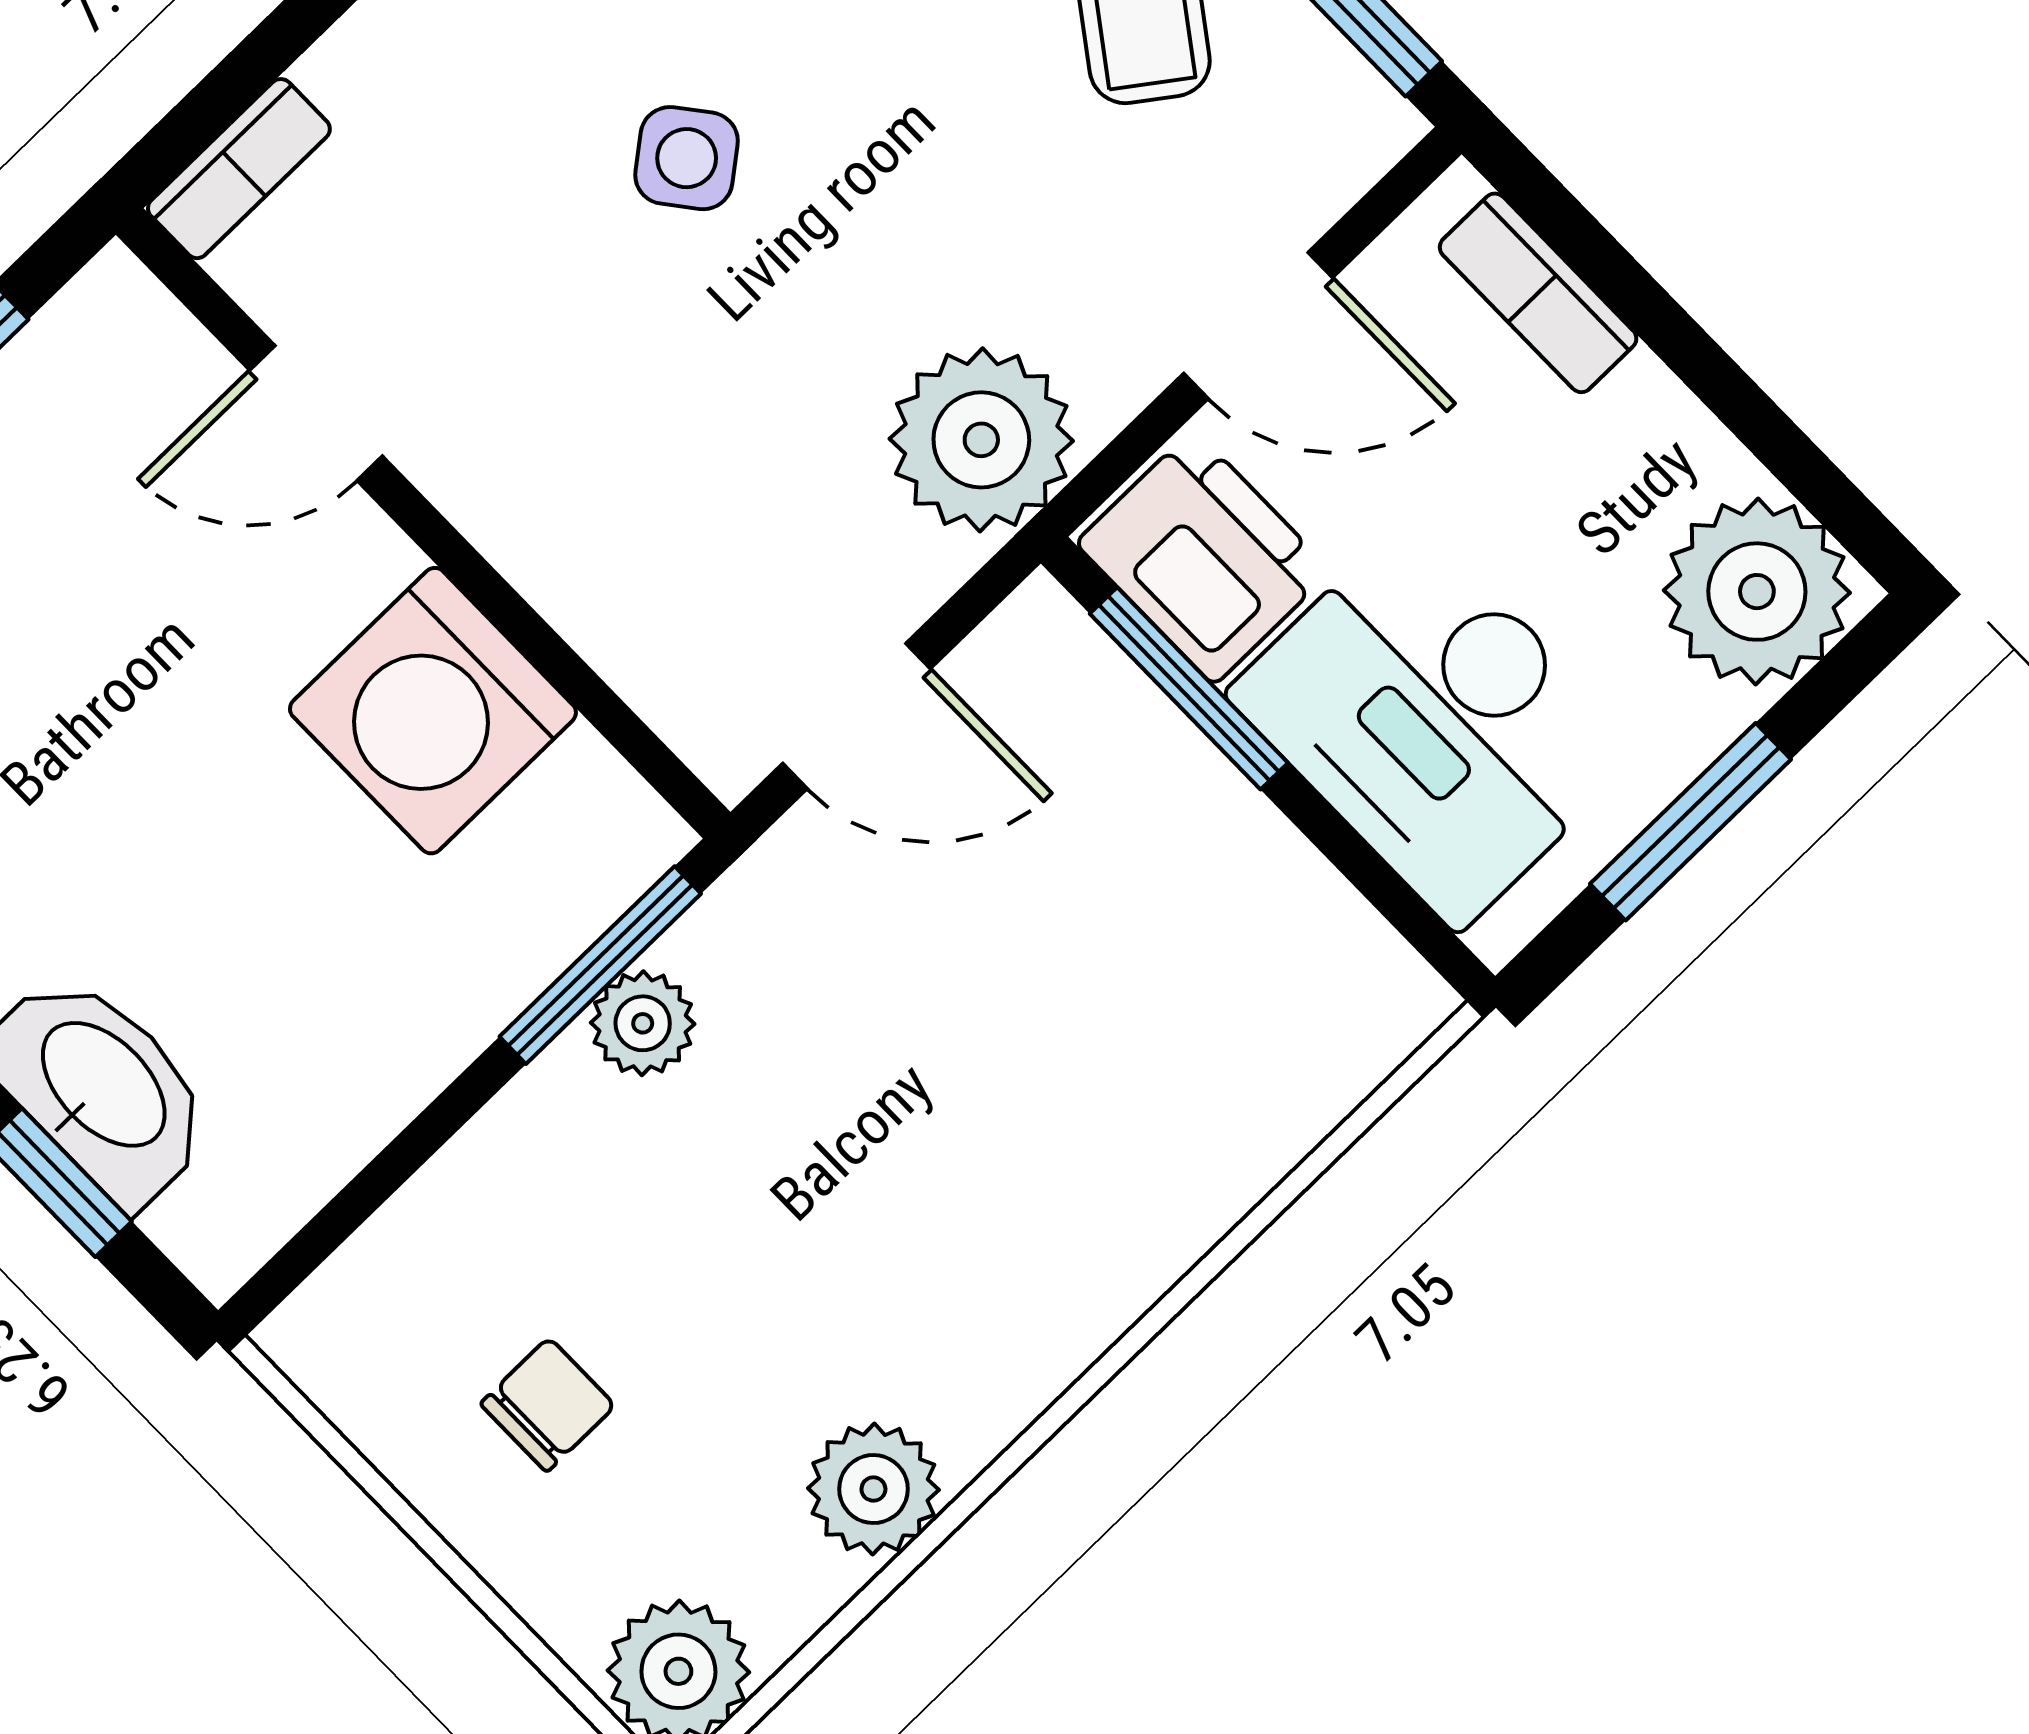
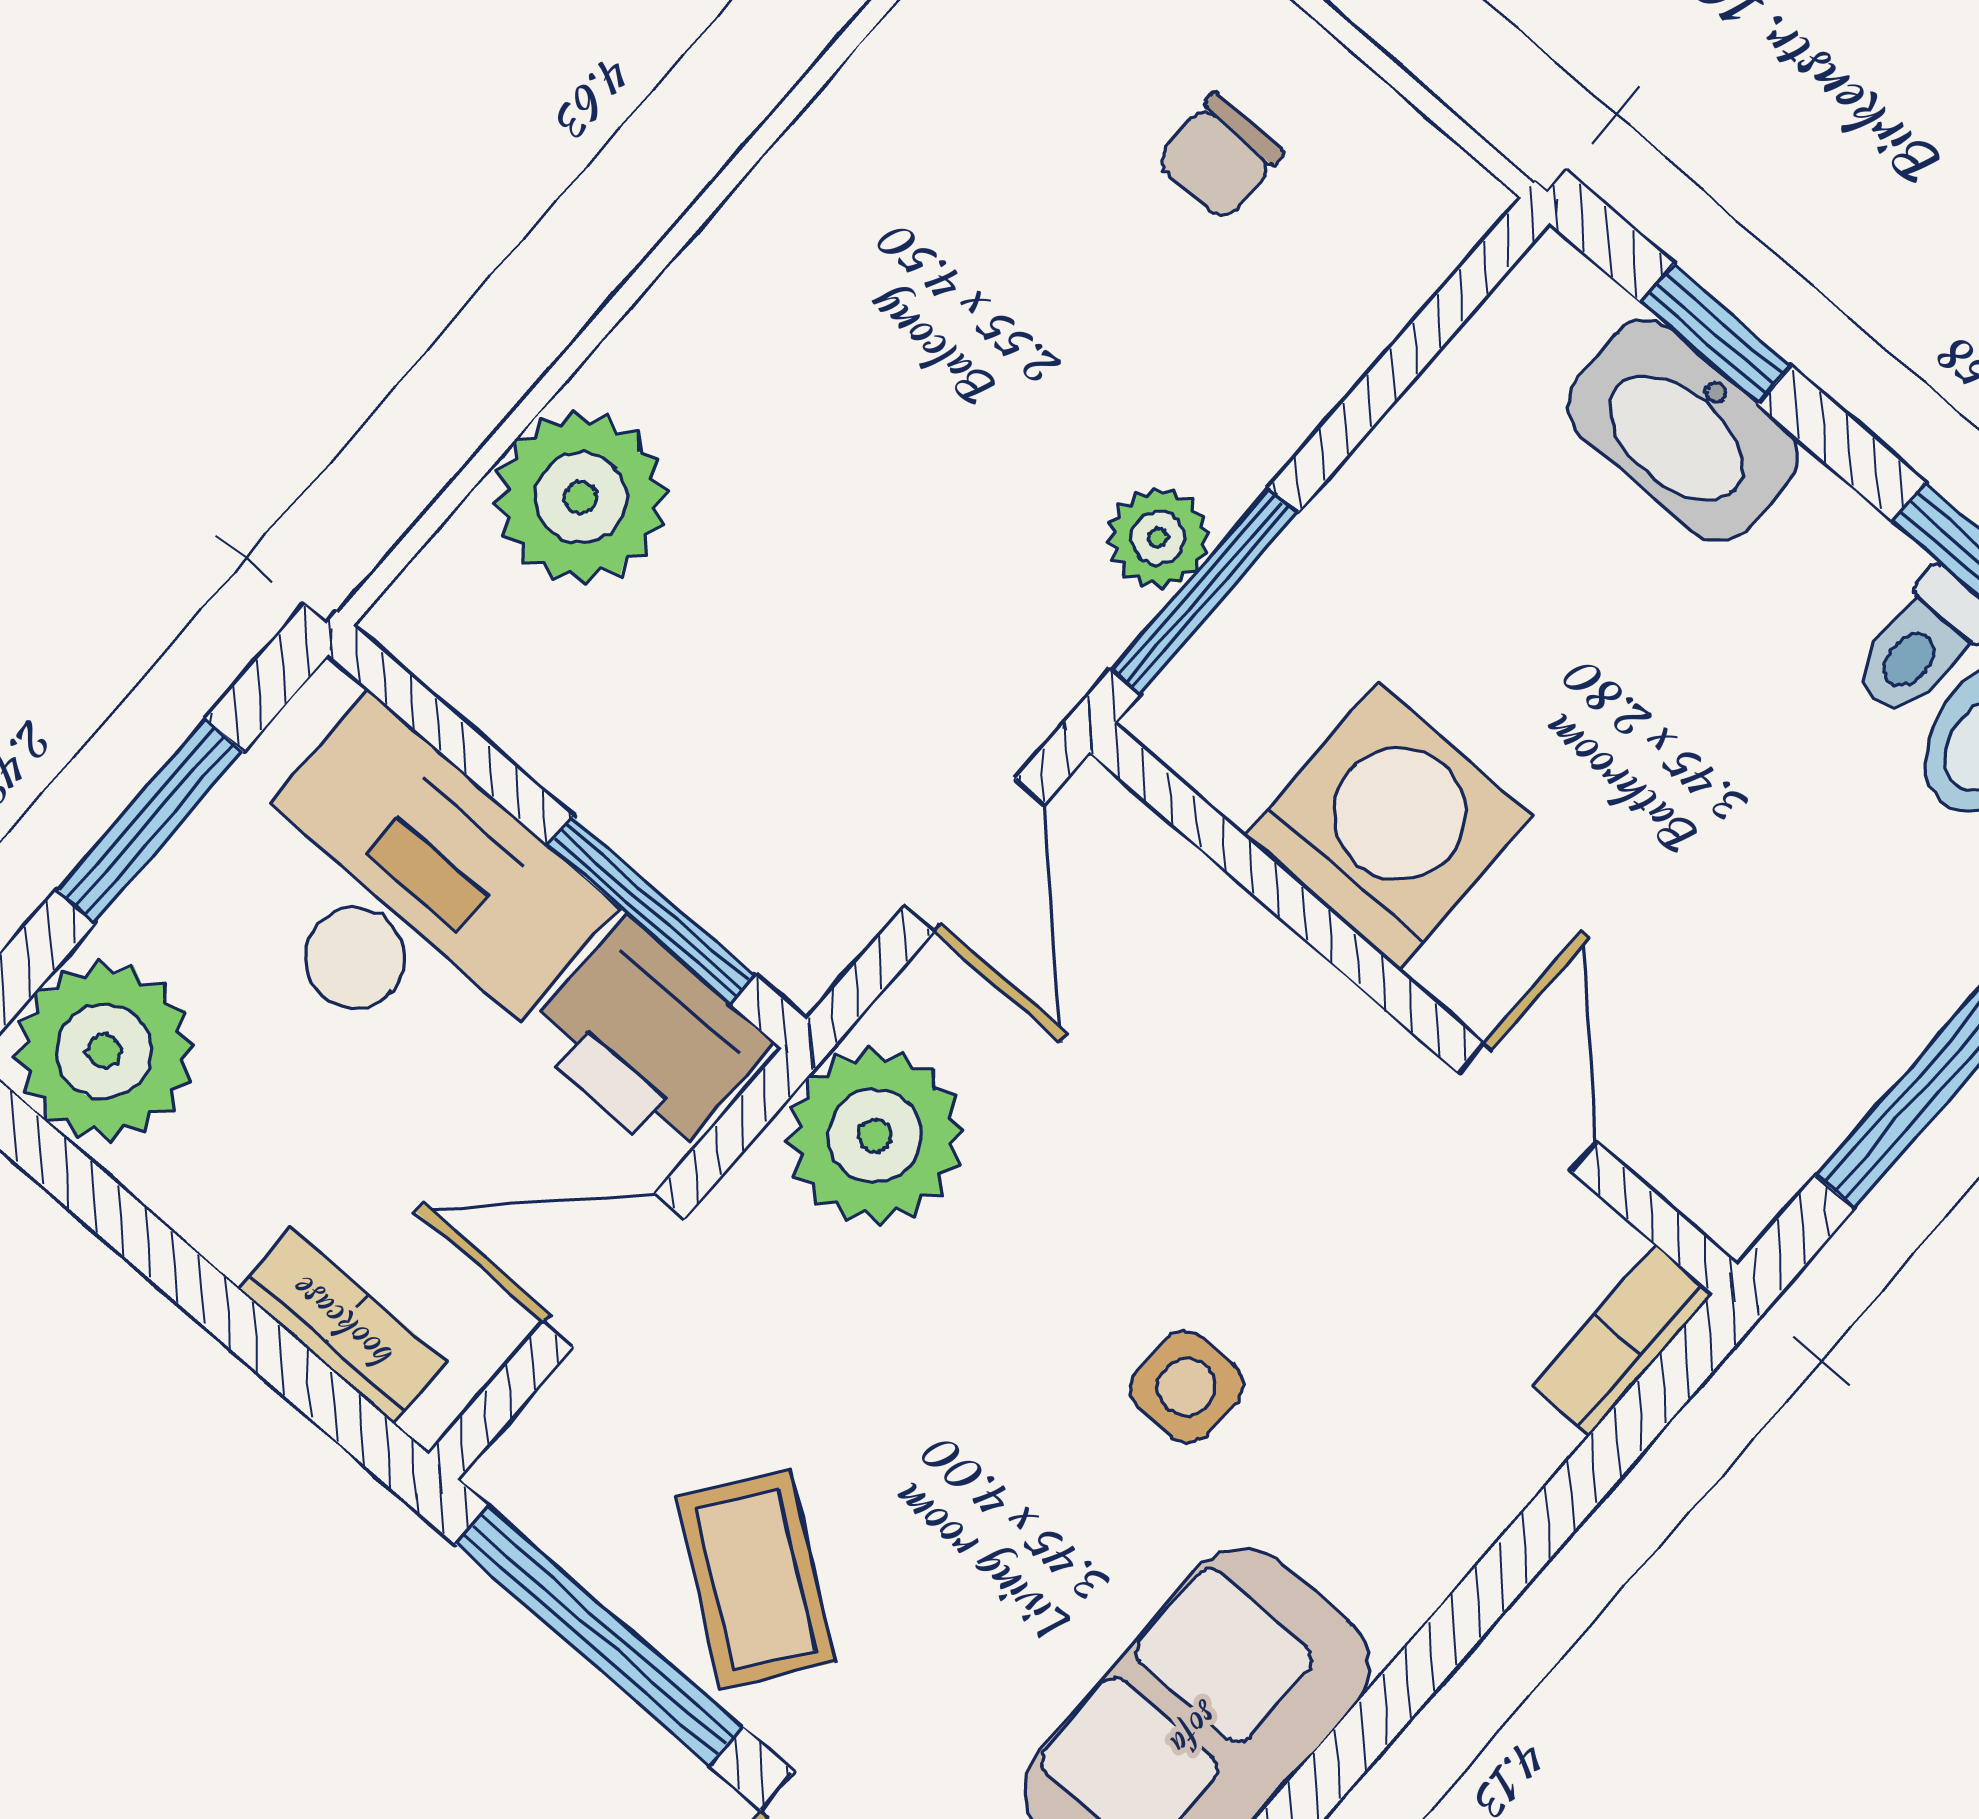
side table: (687, 158) -> (1186, 1387), turned 38
door: (316, 413) -> (1527, 1107), hinge flipped
door: (856, 716) -> (974, 856), swing flipped
plant: (873, 1489) -> (581, 498), moved, width x1.36, depth x1.36

